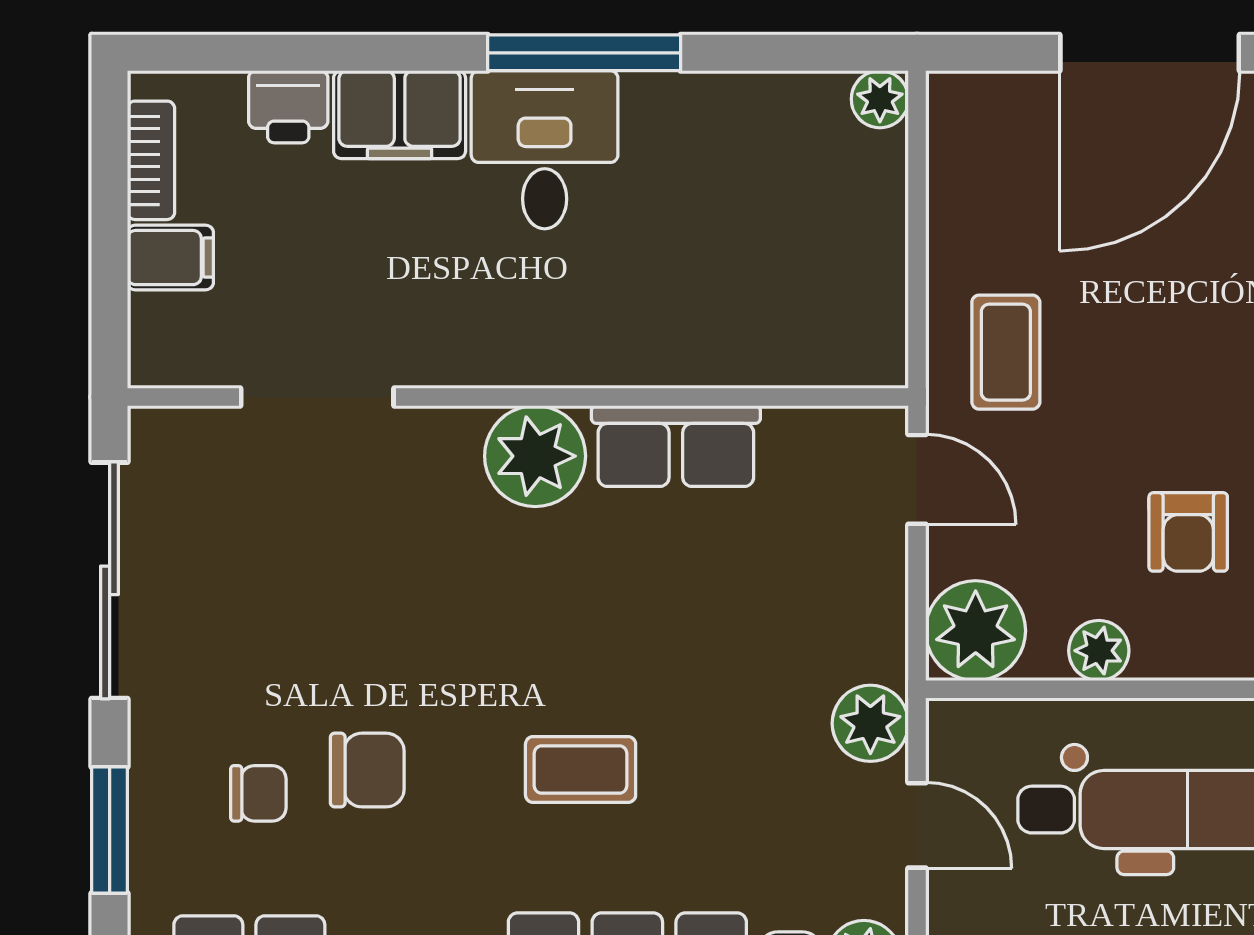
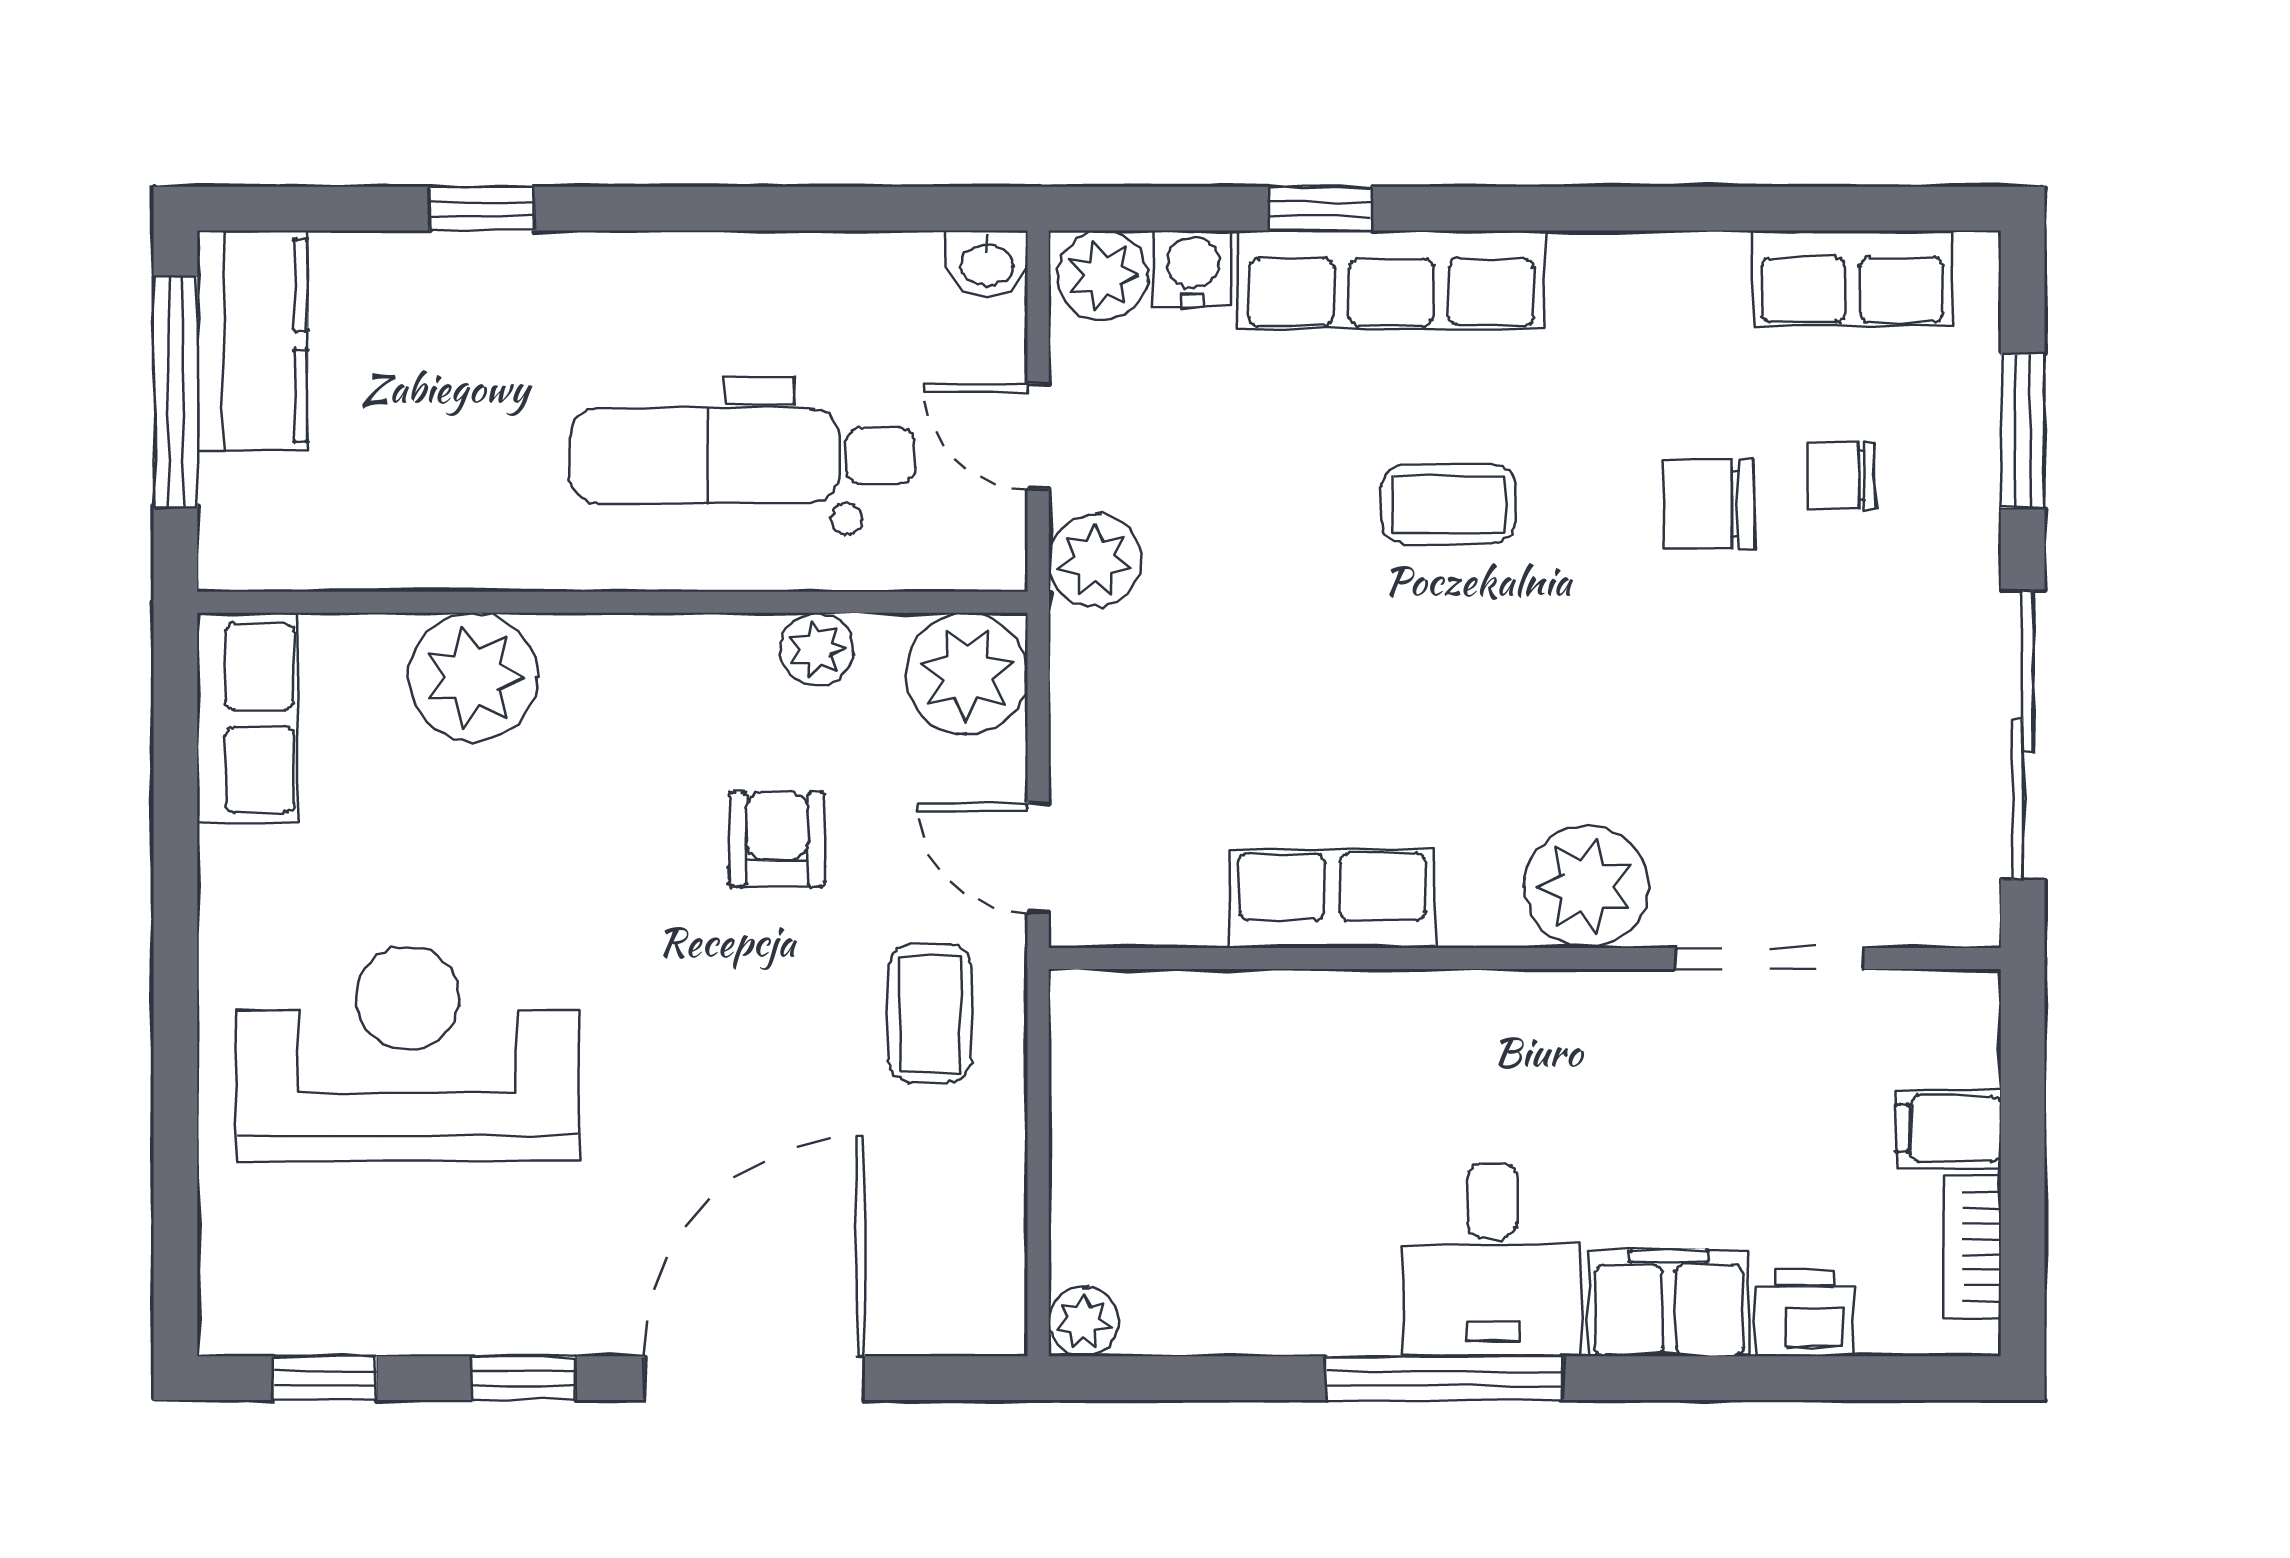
plant: (535, 456) -> (1586, 887), moved
armchair: (1188, 532) -> (777, 839), moved

